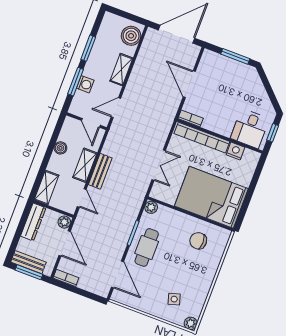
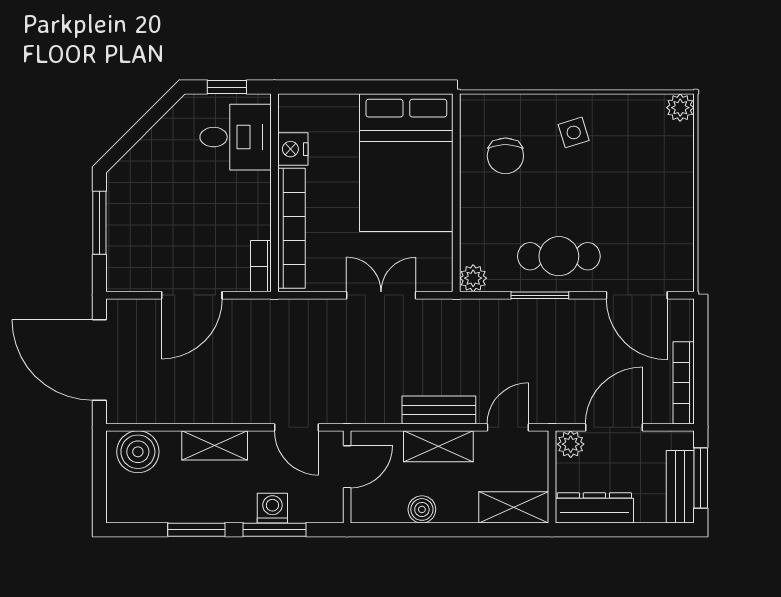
door: (117, 274) -> (637, 295), swing flipped
bookcase: (66, 278) -> (684, 383), width x1.56
side table: (174, 299) -> (574, 132), moved

